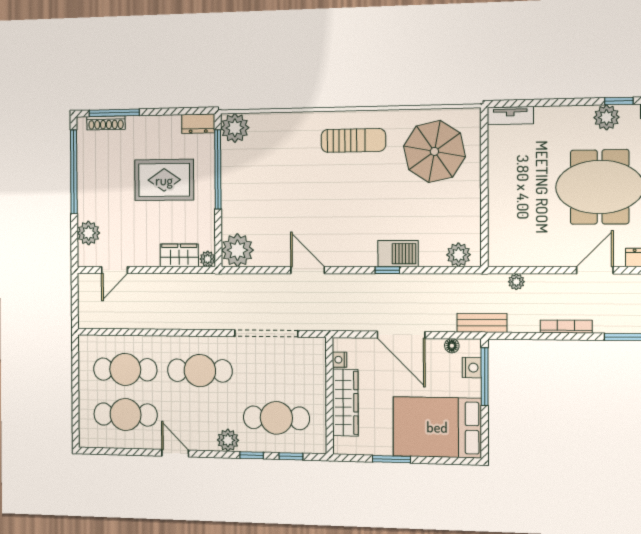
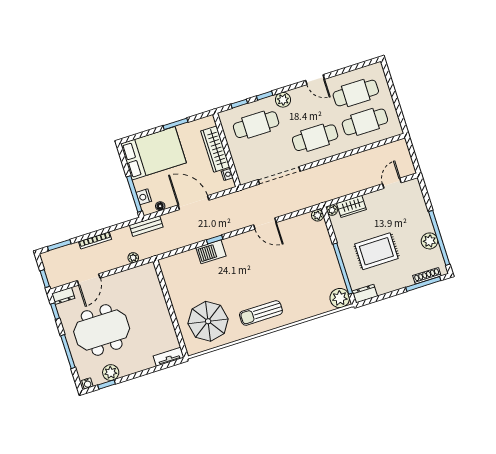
plant: (89, 233) -> (429, 241), moved
plant: (237, 250) -> (317, 215), width x0.53, depth x0.53
plant: (459, 255) -> (173, 263), removed

